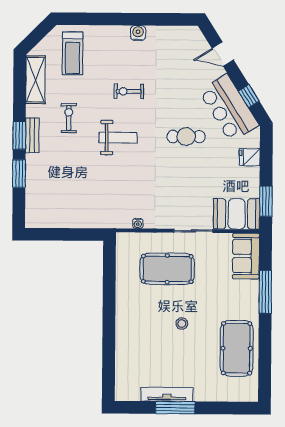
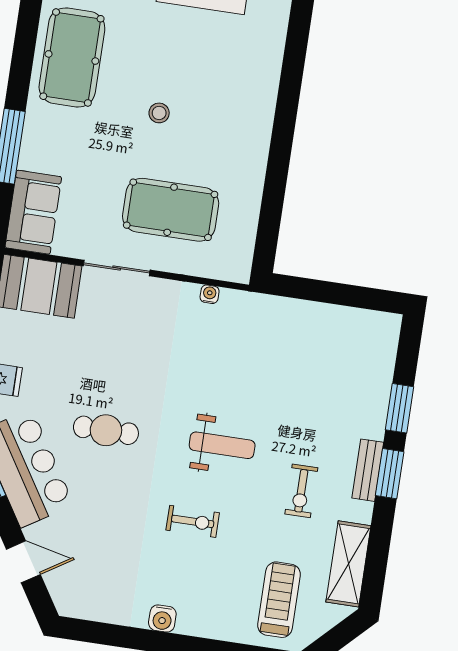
weight bench: (118, 138) -> (222, 445), turned 180

